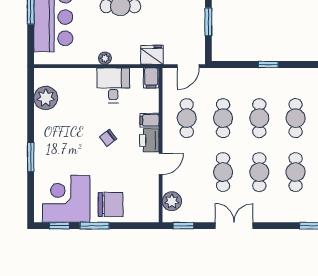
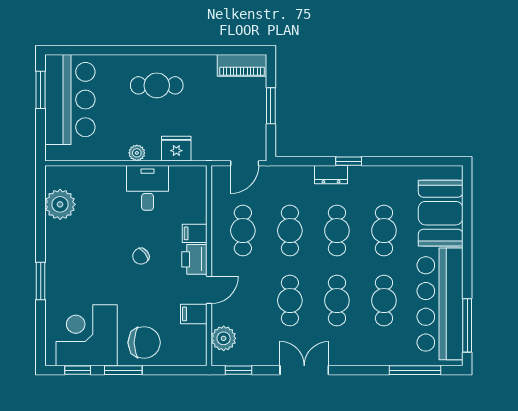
fridge: (152, 55) -> (176, 149), moved
dresser: (255, 75) -> (331, 175), added
filing cabinet: (151, 78) -> (194, 314), moved, turned 90

